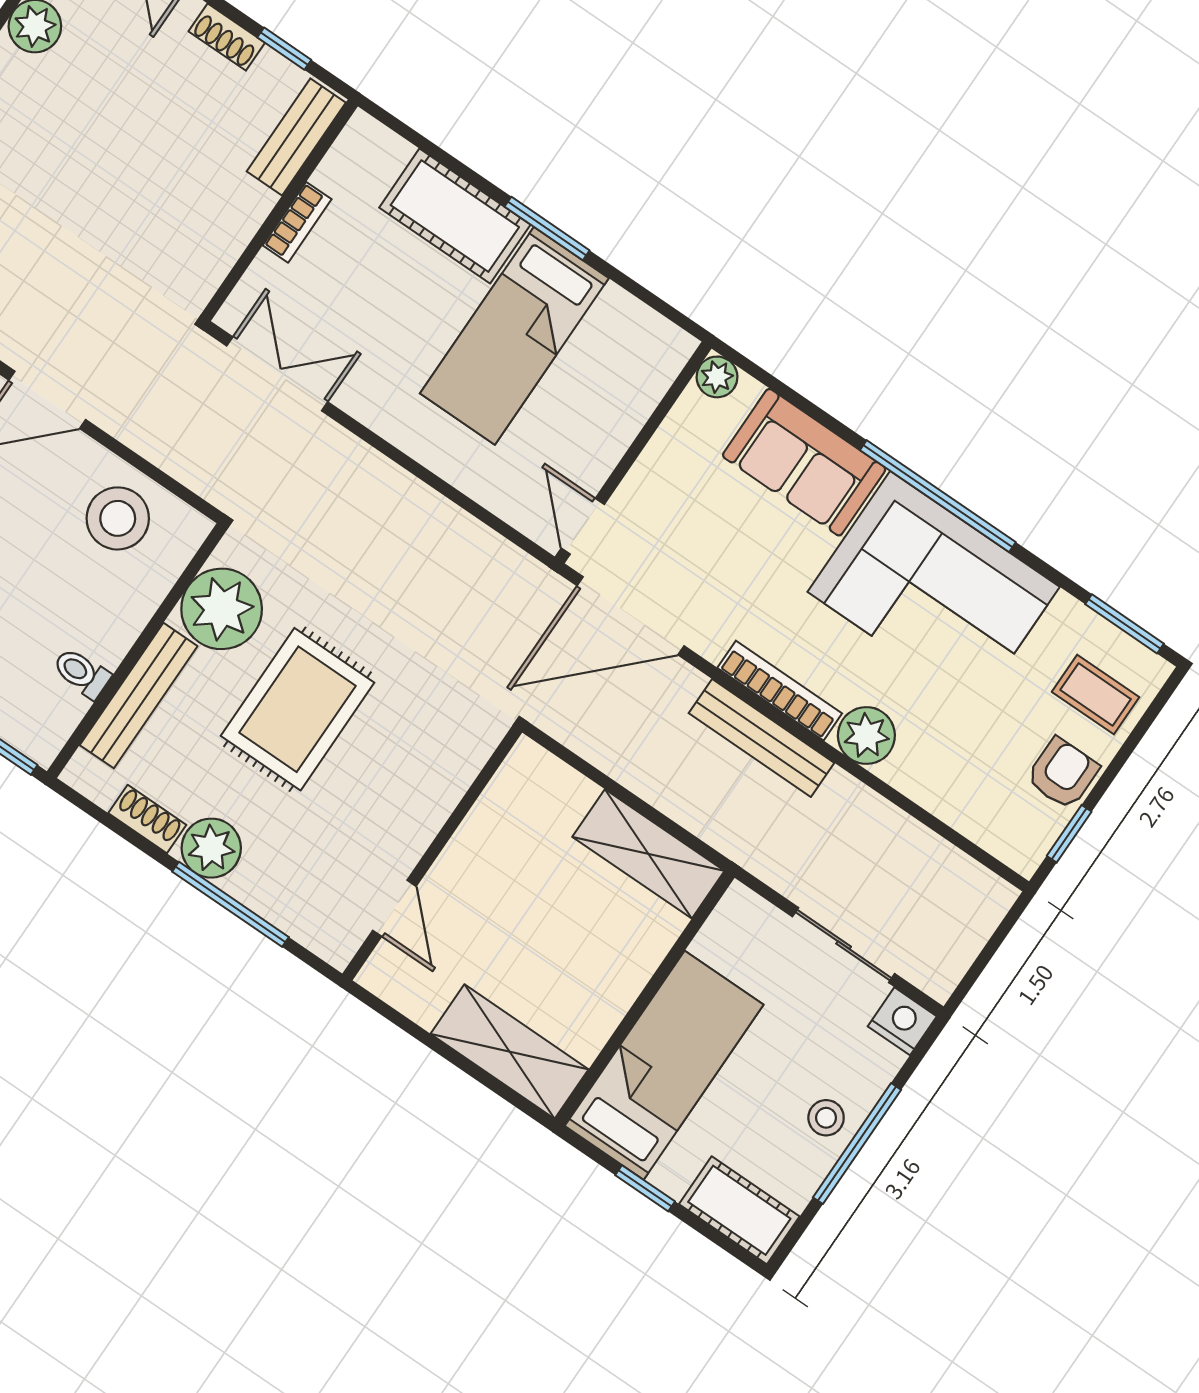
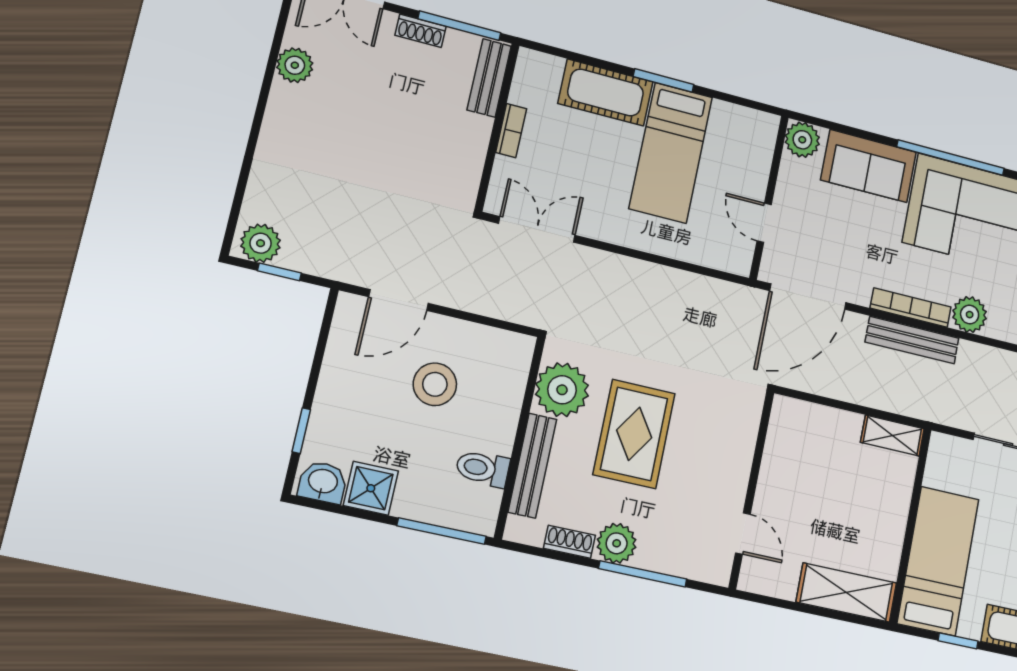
window: (284, 49) -> (459, 26), width x2.17
plant: (717, 377) -> (802, 140), width x1.38, depth x1.38
stool: (118, 518) -> (435, 384), moved
door: (583, 526) -> (764, 223), moved
toilet: (82, 673) -> (483, 468), width x1.37, depth x1.39
shelving: (648, 854) -> (892, 436), width x0.67, depth x0.75

